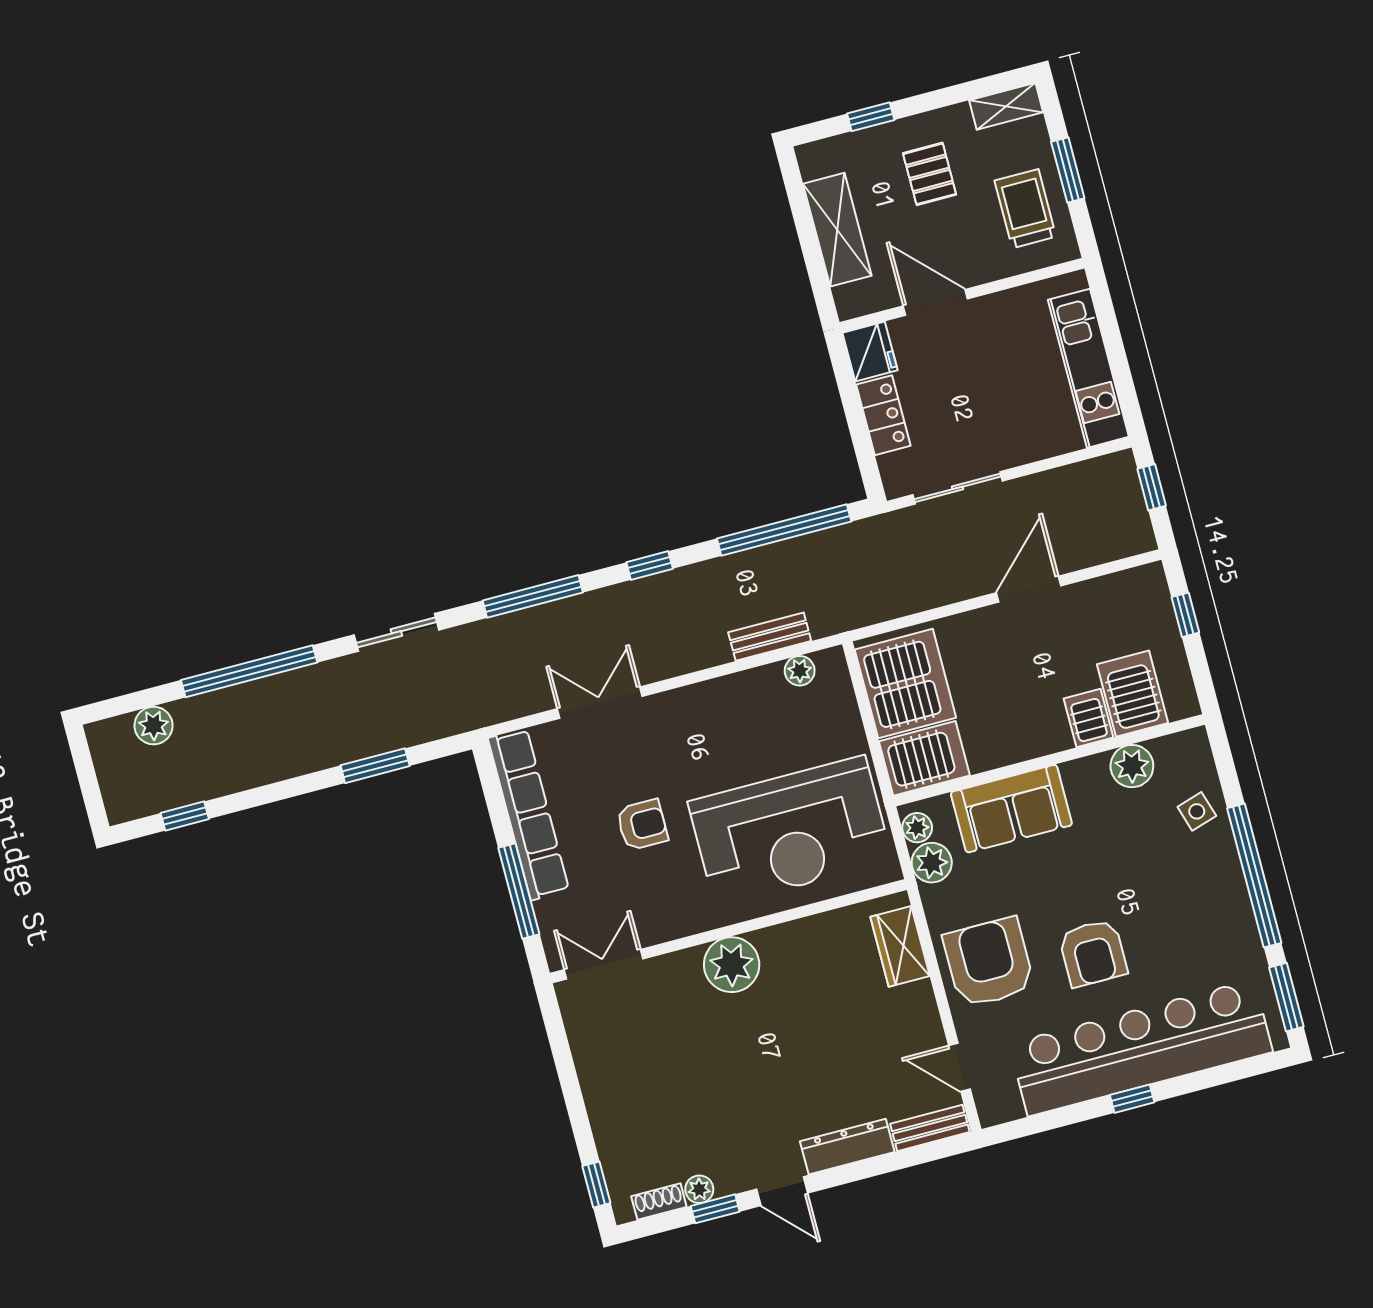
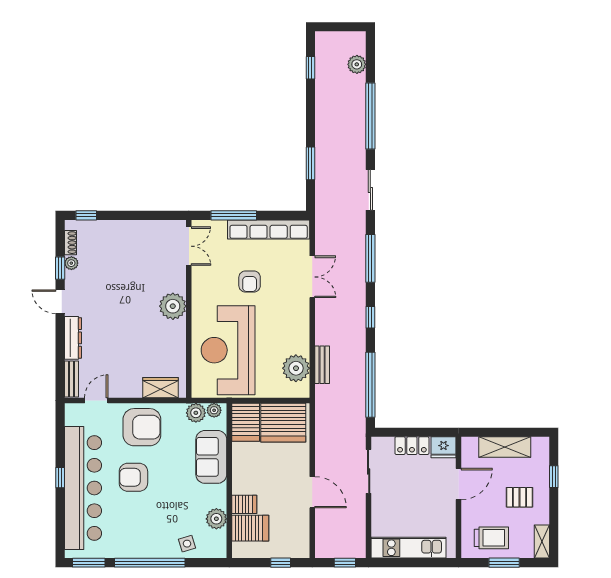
plant: (800, 671) -> (296, 368), width x1.87, depth x1.87
door: (782, 1191) -> (60, 302), hinge flipped

